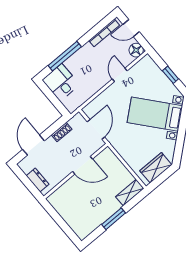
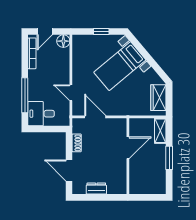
door: (120, 75) -> (71, 93), moved
door: (83, 165) -> (128, 148), moved
wall: (76, 171) -> (128, 156), moved

